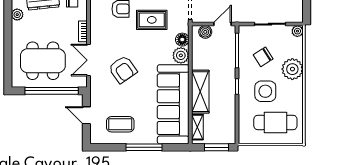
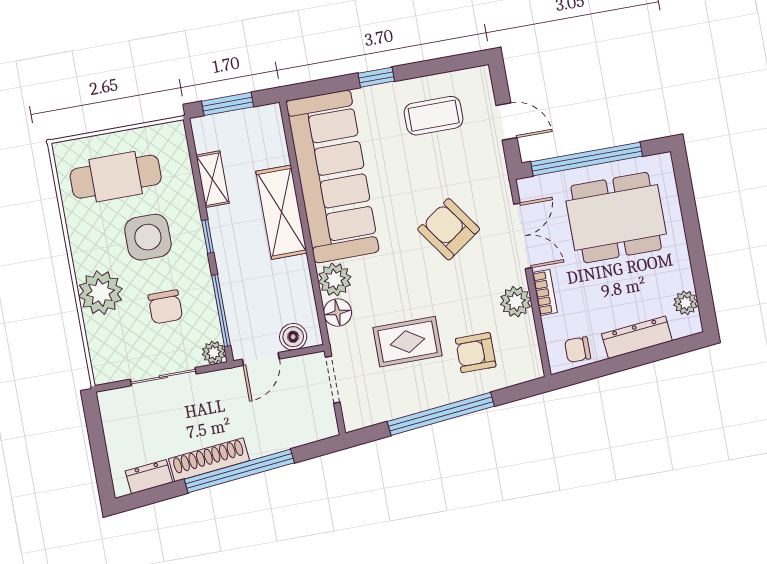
plant: (97, 30) -> (516, 302), added
plant: (297, 31) -> (214, 353), moved
chair: (263, 57) -> (165, 307), turned 122
shelving: (197, 127) -> (213, 179), moved
window: (144, 147) -> (376, 77), width x0.46

